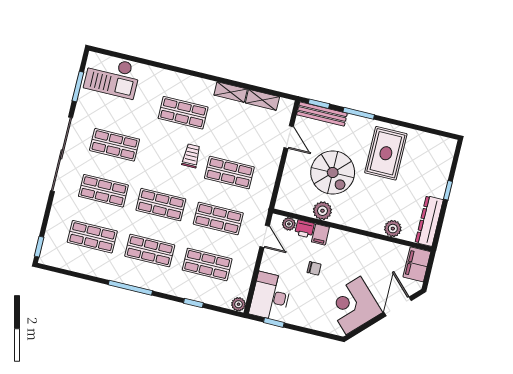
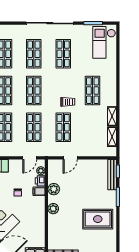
door: (289, 137) -> (70, 158), moved
spiral stairs: (333, 173) -> (78, 190), removed
plant: (393, 229) -> (53, 209), moved

